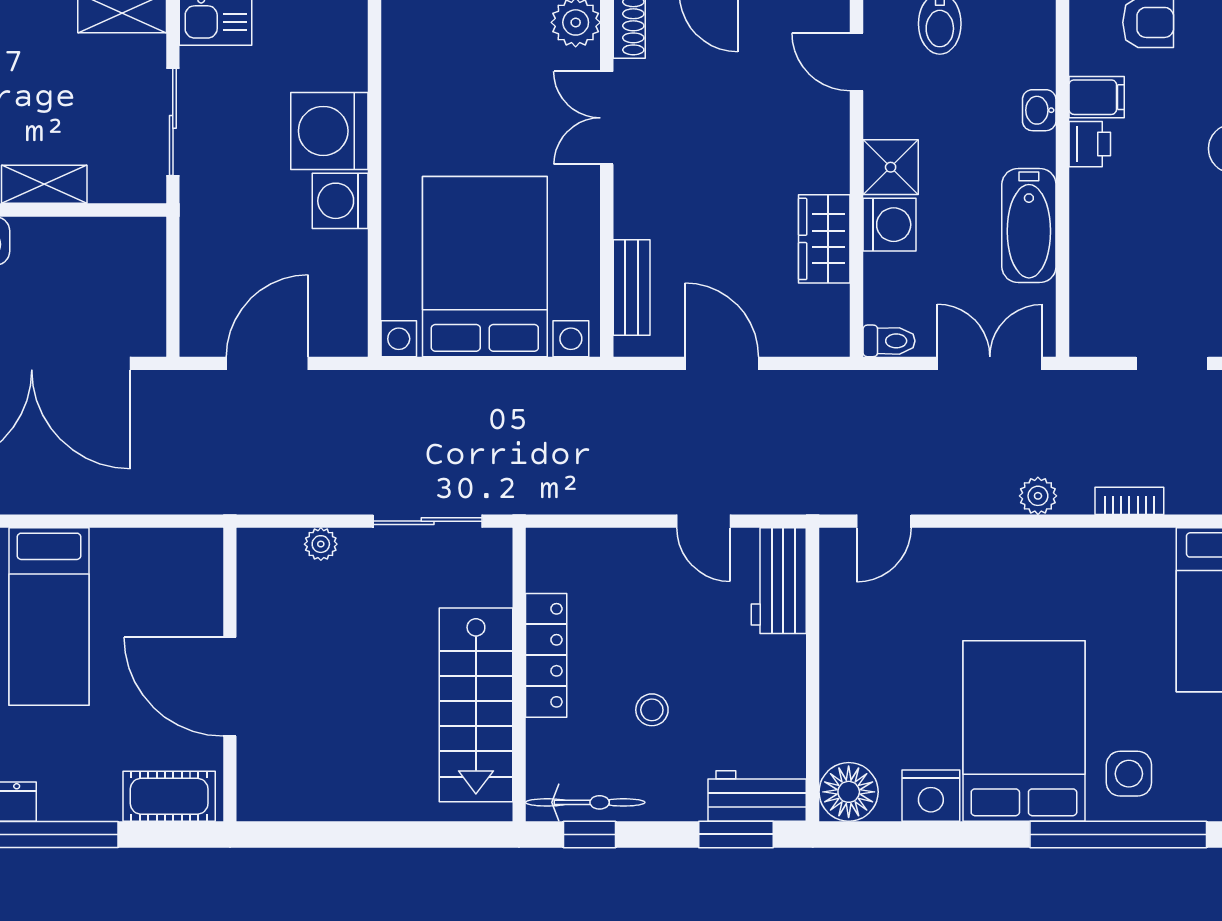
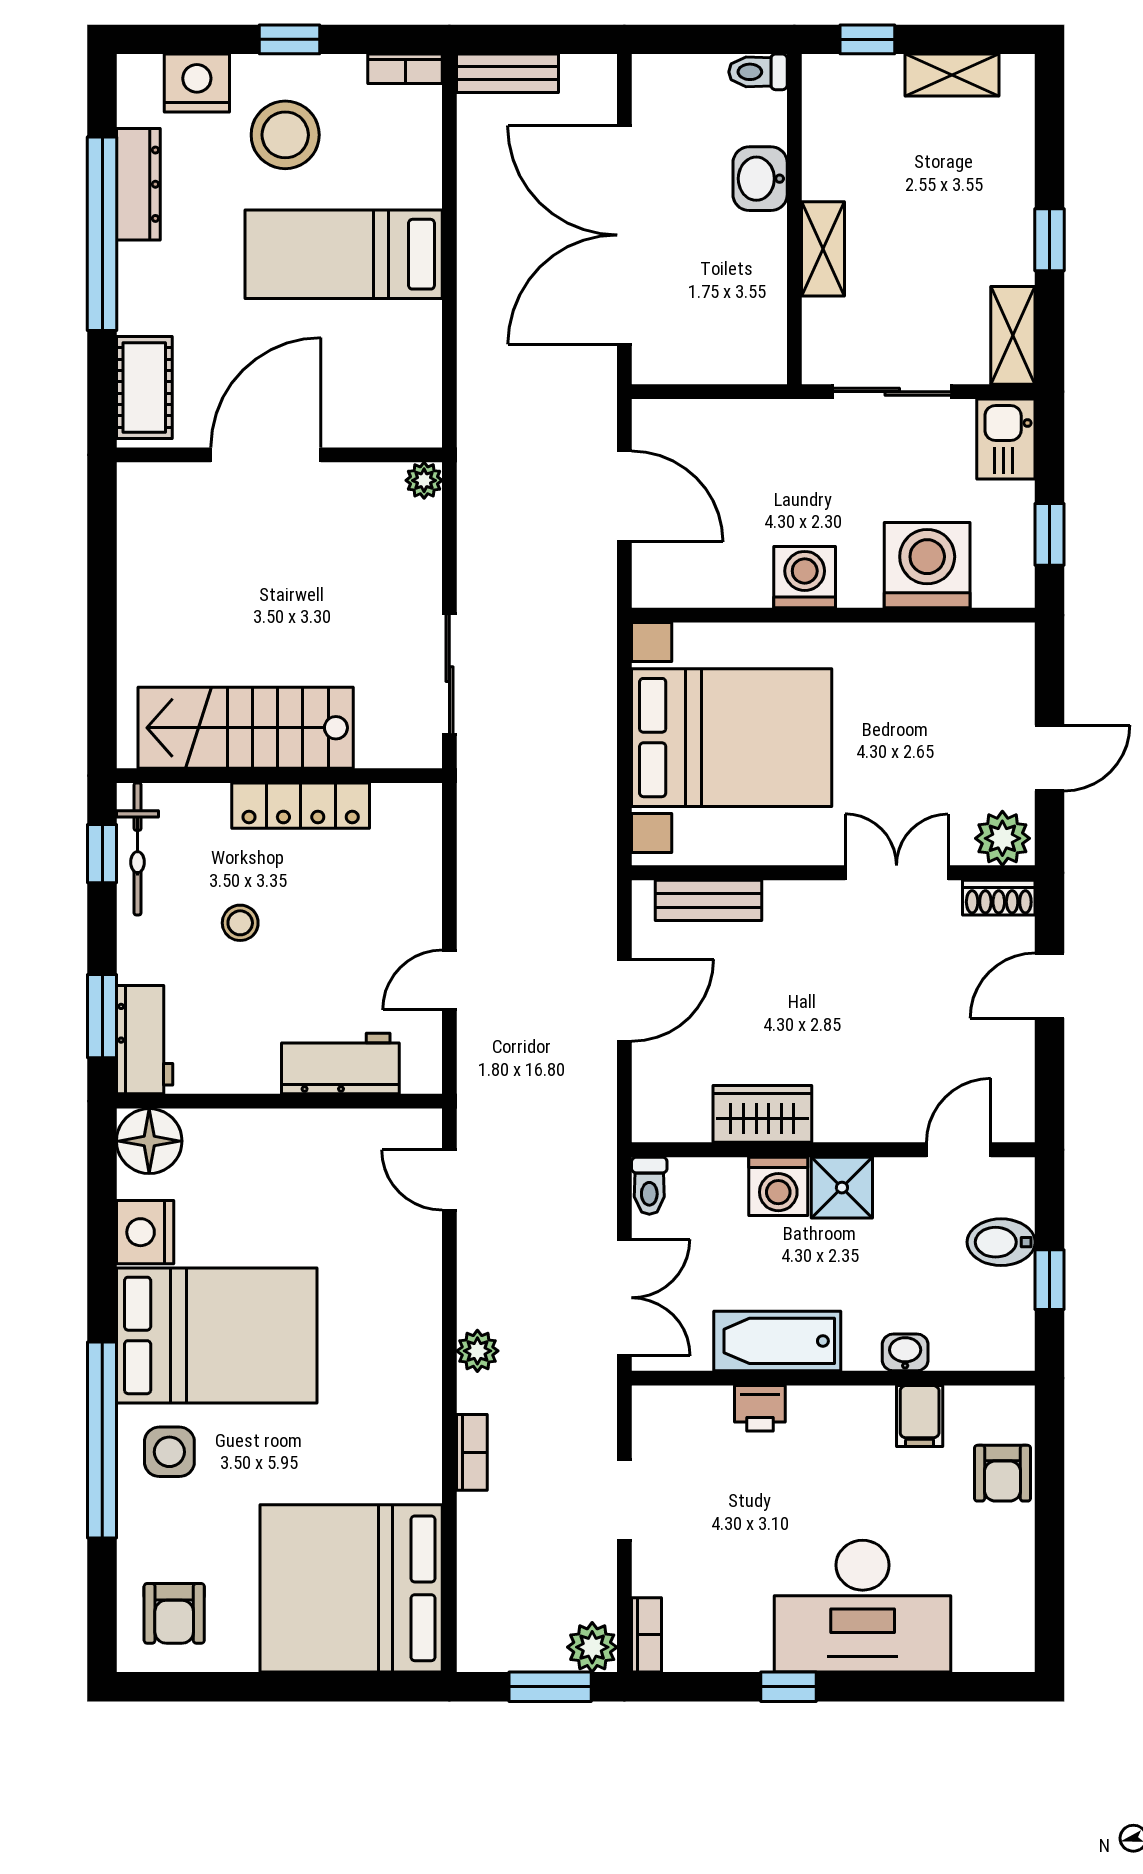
washing machine: (329, 131) -> (927, 565), moved
printer: (1090, 144) -> (760, 1408), moved
plant: (321, 544) -> (424, 480), moved
workbench: (779, 581) -> (340, 1063), moved

